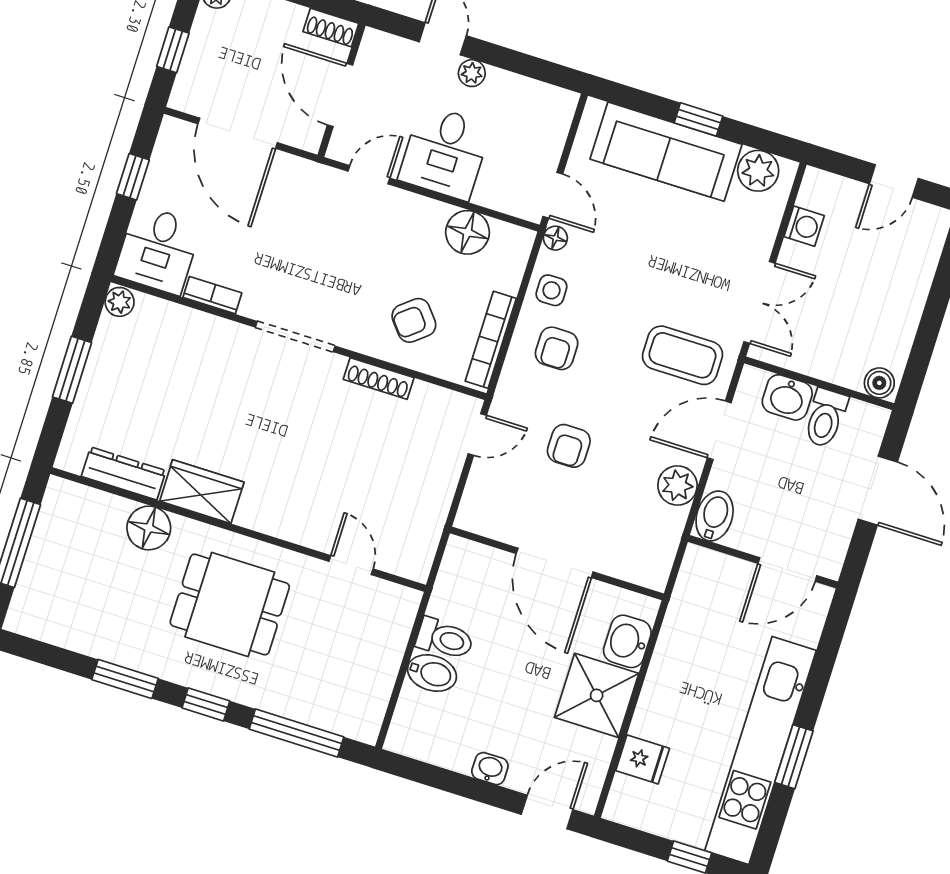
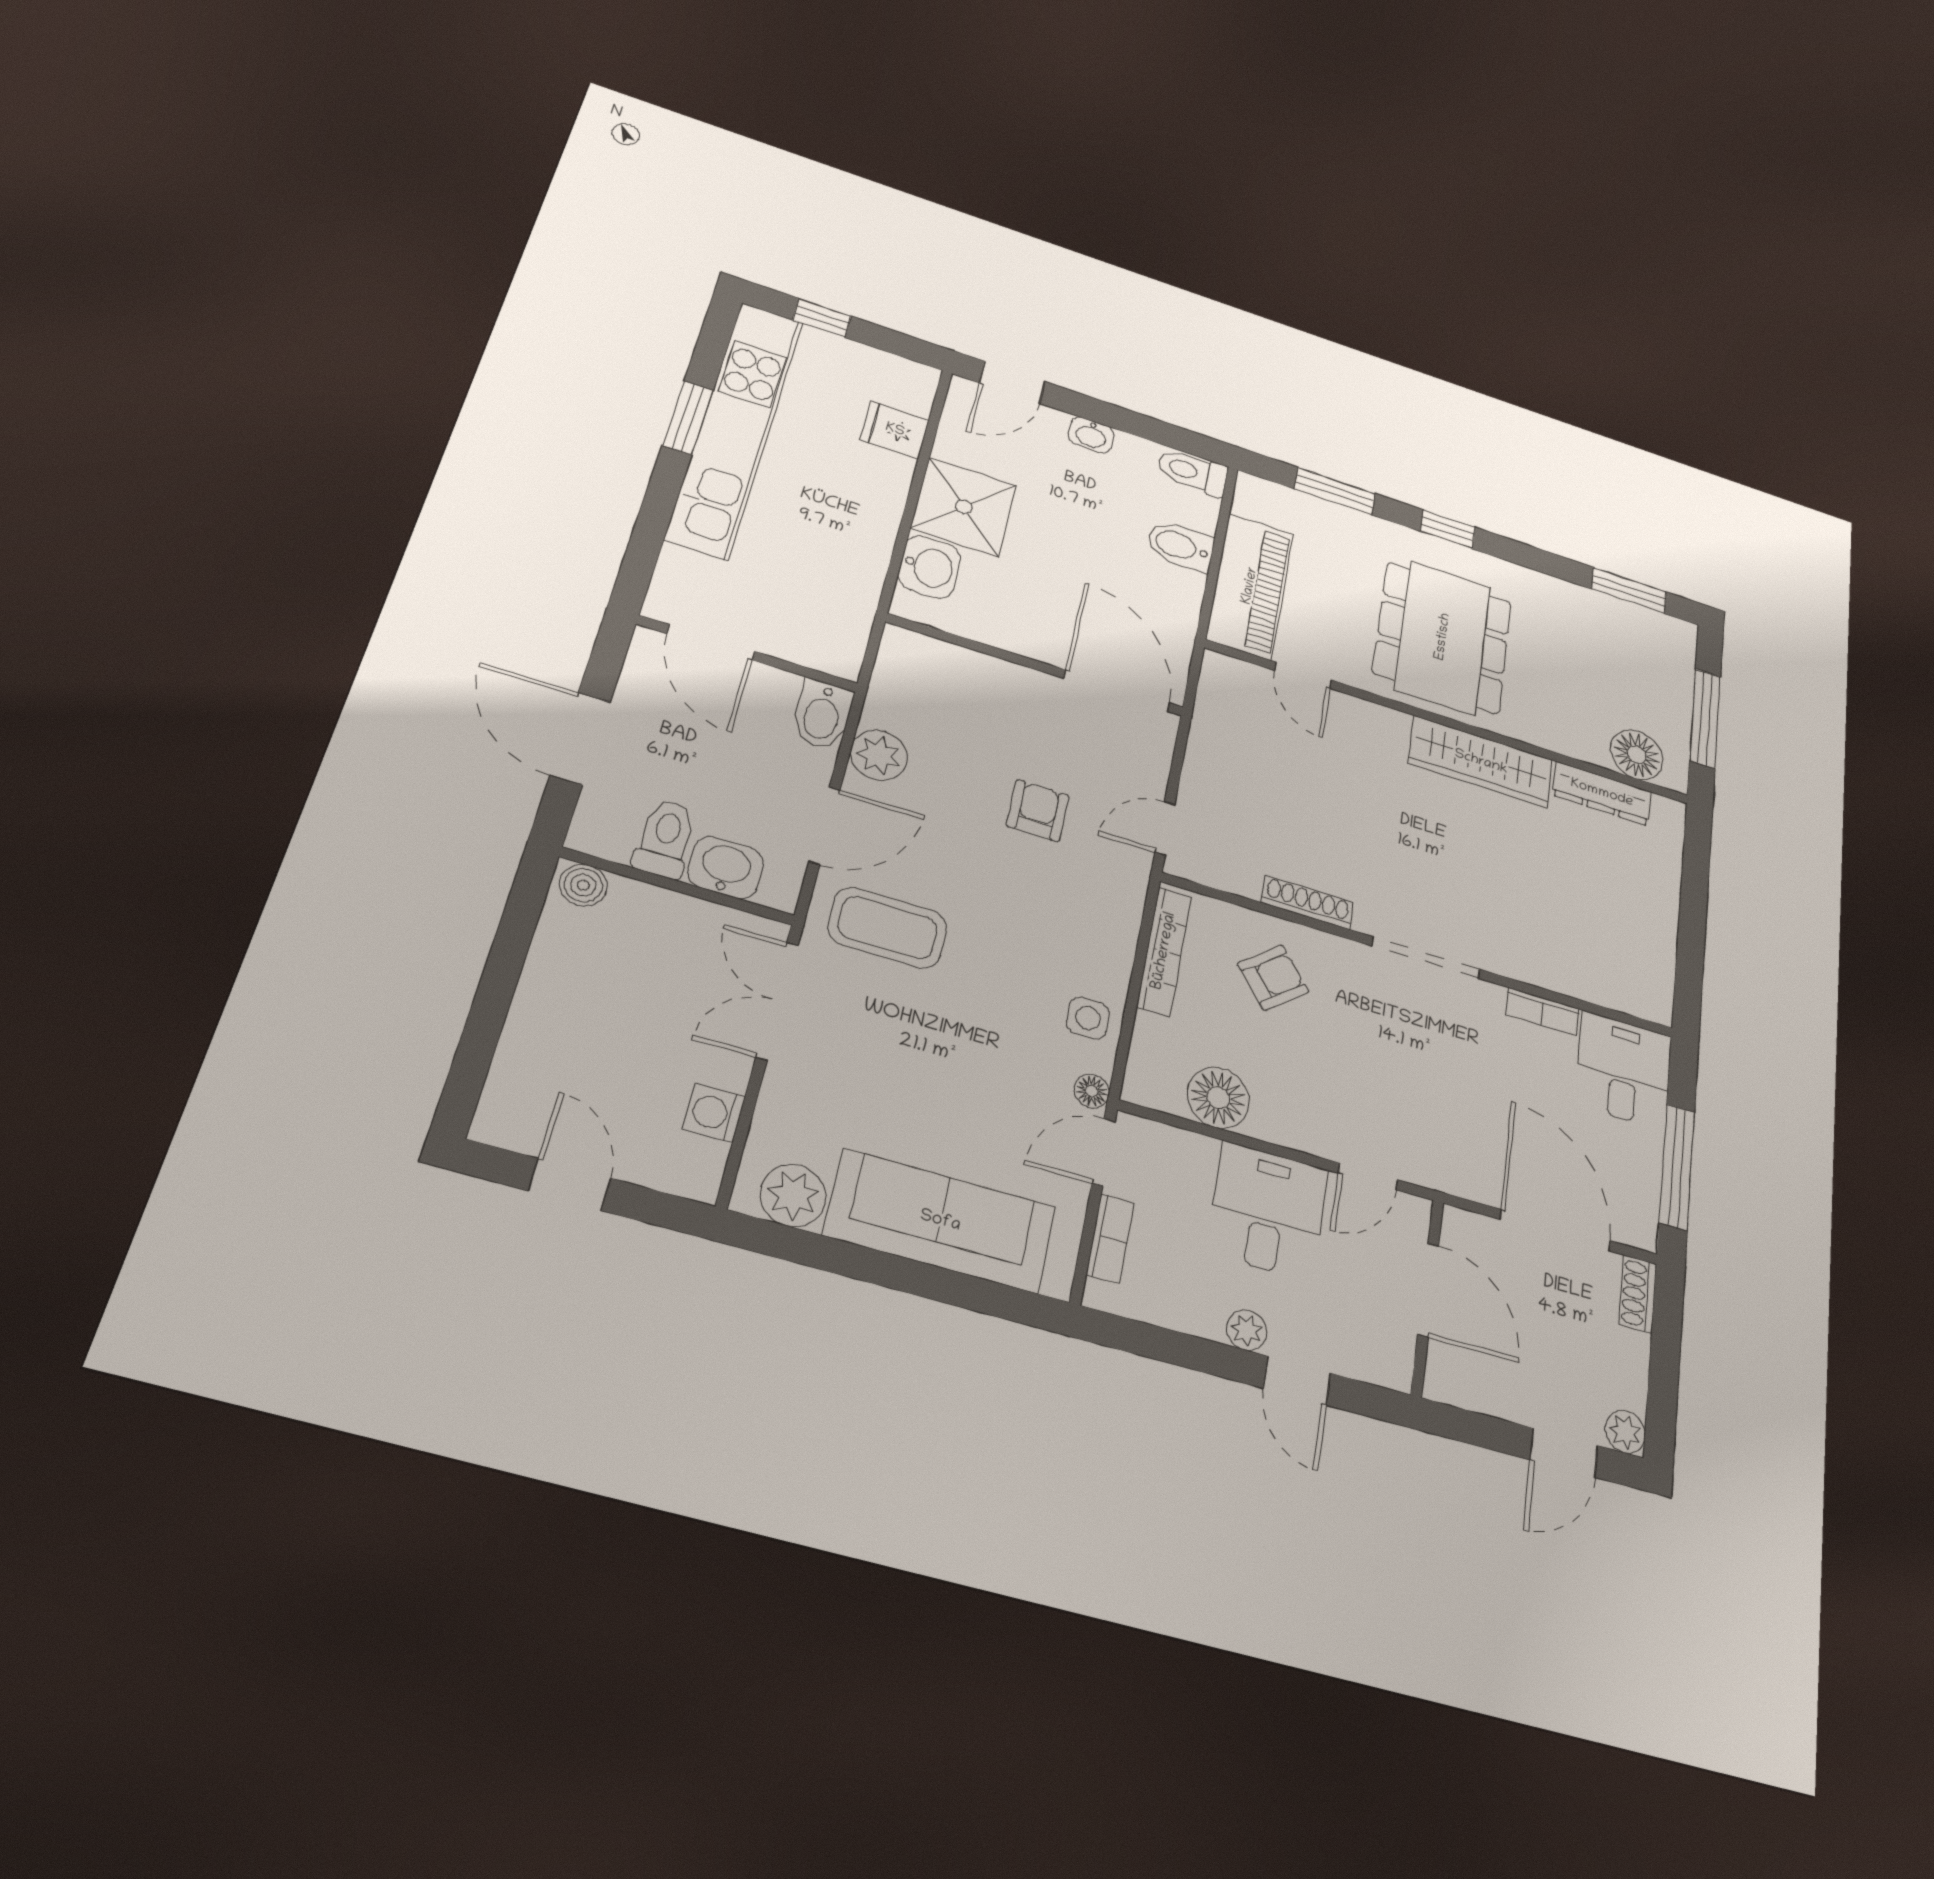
shoe rack: (331, 28) -> (1638, 1294), moved, turned -90
window: (173, 50) -> (1666, 1346), removed
window: (698, 119) -> (894, 1272), removed
bookcase: (556, 137) -> (1110, 1238), added
window: (133, 177) -> (1677, 1167), width x2.17
door: (894, 181) -> (570, 1184), hinge flipped
door: (553, 195) -> (1103, 1152), hinge flipped
plant: (120, 302) -> (1655, 1003), removed
armchair: (557, 348) -> (1071, 939), removed
window: (72, 370) -> (1692, 919), removed
wardrobe: (202, 492) -> (1481, 762), width x1.50
floor lamp: (149, 528) -> (1637, 755), moved
door: (555, 563) -> (1117, 691), moved
door: (787, 569) -> (711, 642), swing flipped
dining table: (230, 604) -> (1443, 637), width x1.37
toilet: (445, 639) -> (1193, 472), moved
piano: (381, 641) -> (1250, 586), added
window: (125, 679) -> (1629, 590), moved
window: (296, 733) -> (1335, 491), width x0.69

